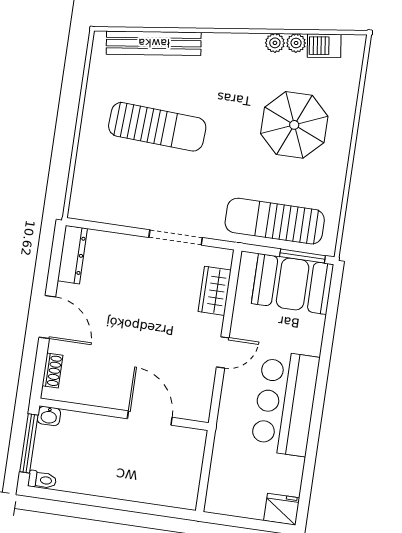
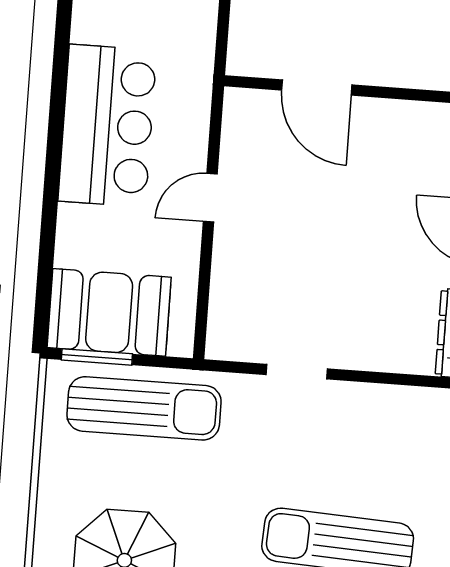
doorway: (176, 238) -> (297, 372), width x0.73
wardrobe: (215, 291) -> (230, 293), removed

